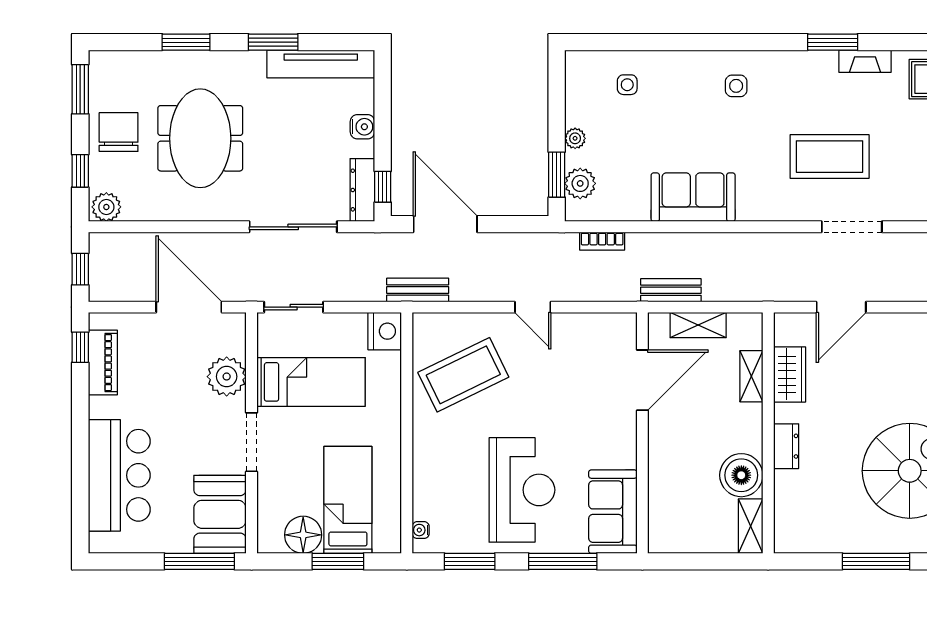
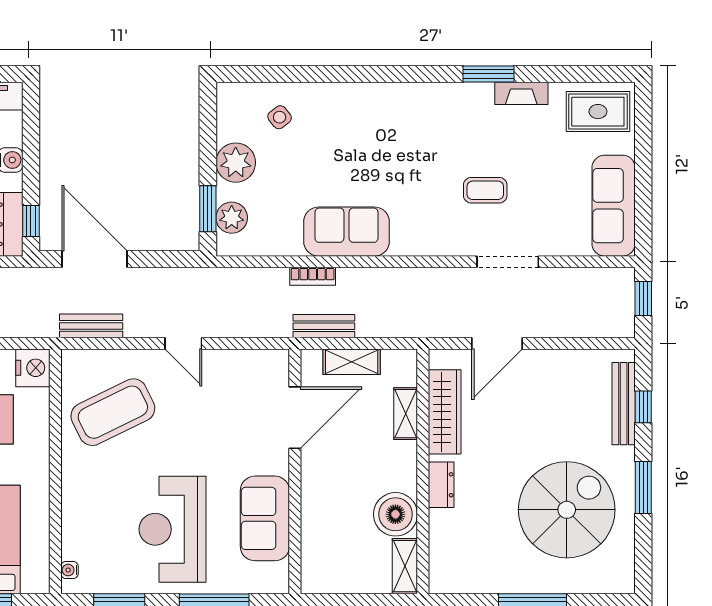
side table: (627, 85) -> (280, 117), turned -38
side table: (736, 86) -> (390, 118), removed
plant: (575, 138) -> (236, 163), width x1.87, depth x1.87
coffee table: (830, 157) -> (485, 190), width x0.54, depth x0.58
bookcase: (602, 241) -> (313, 276), moved
bench: (418, 290) -> (91, 326), moved
wardrobe: (790, 374) -> (445, 412), width x1.50
reception desk: (522, 490) -> (172, 529), turned 180
sofa: (613, 512) -> (265, 518), moved

